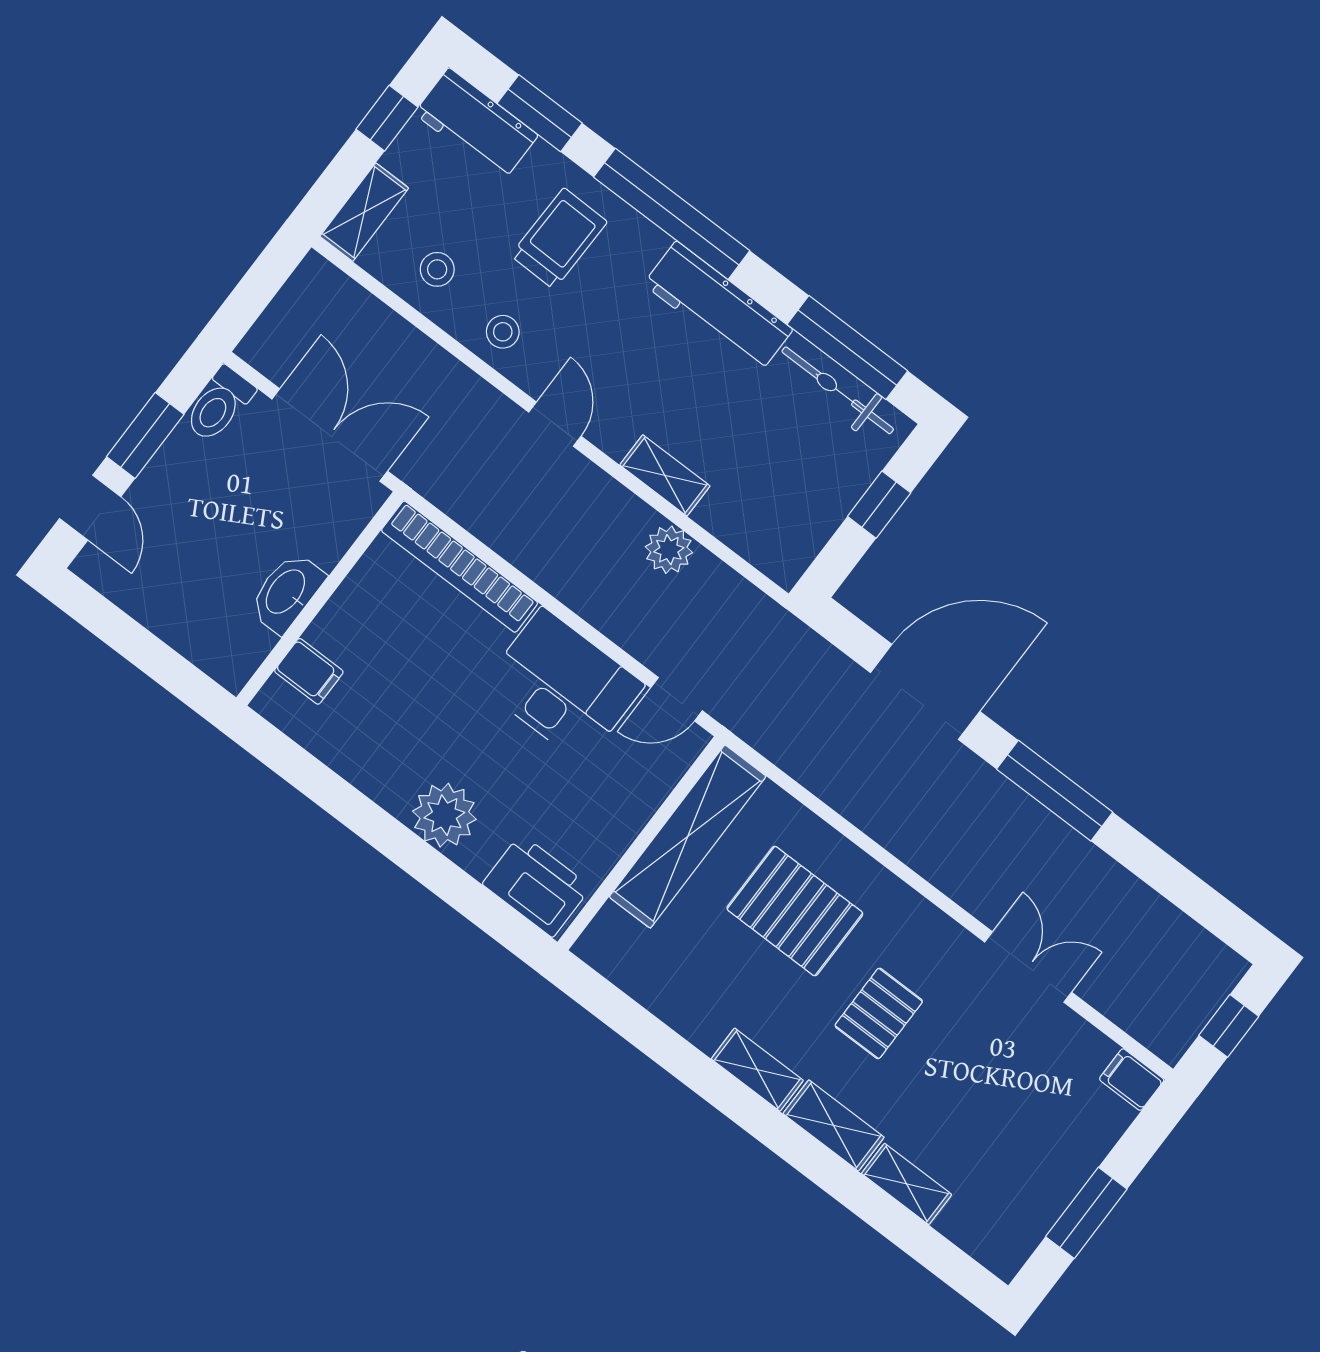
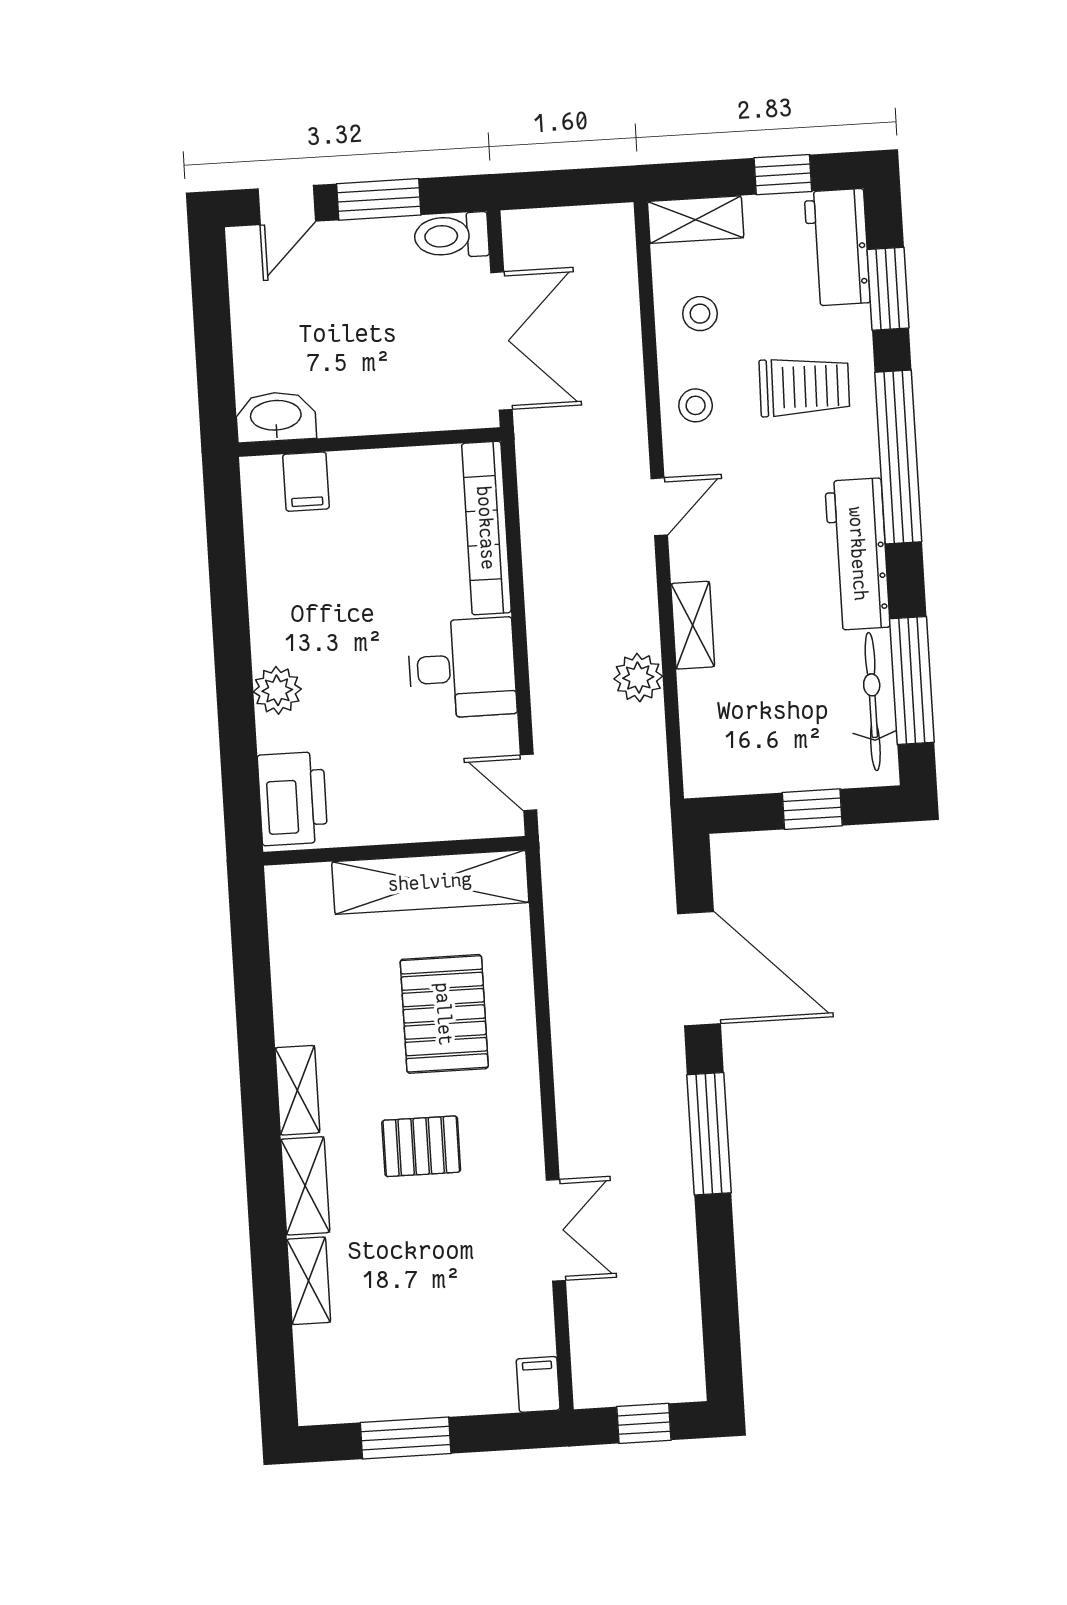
washbasin: (286, 592) -> (276, 417), moved
desk: (563, 686) -> (462, 668), width x0.73
plant: (444, 815) -> (277, 690), width x0.73, depth x0.73

